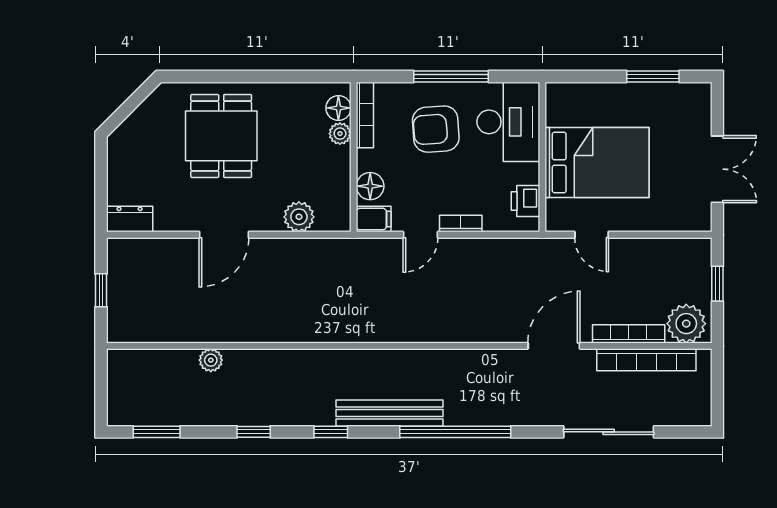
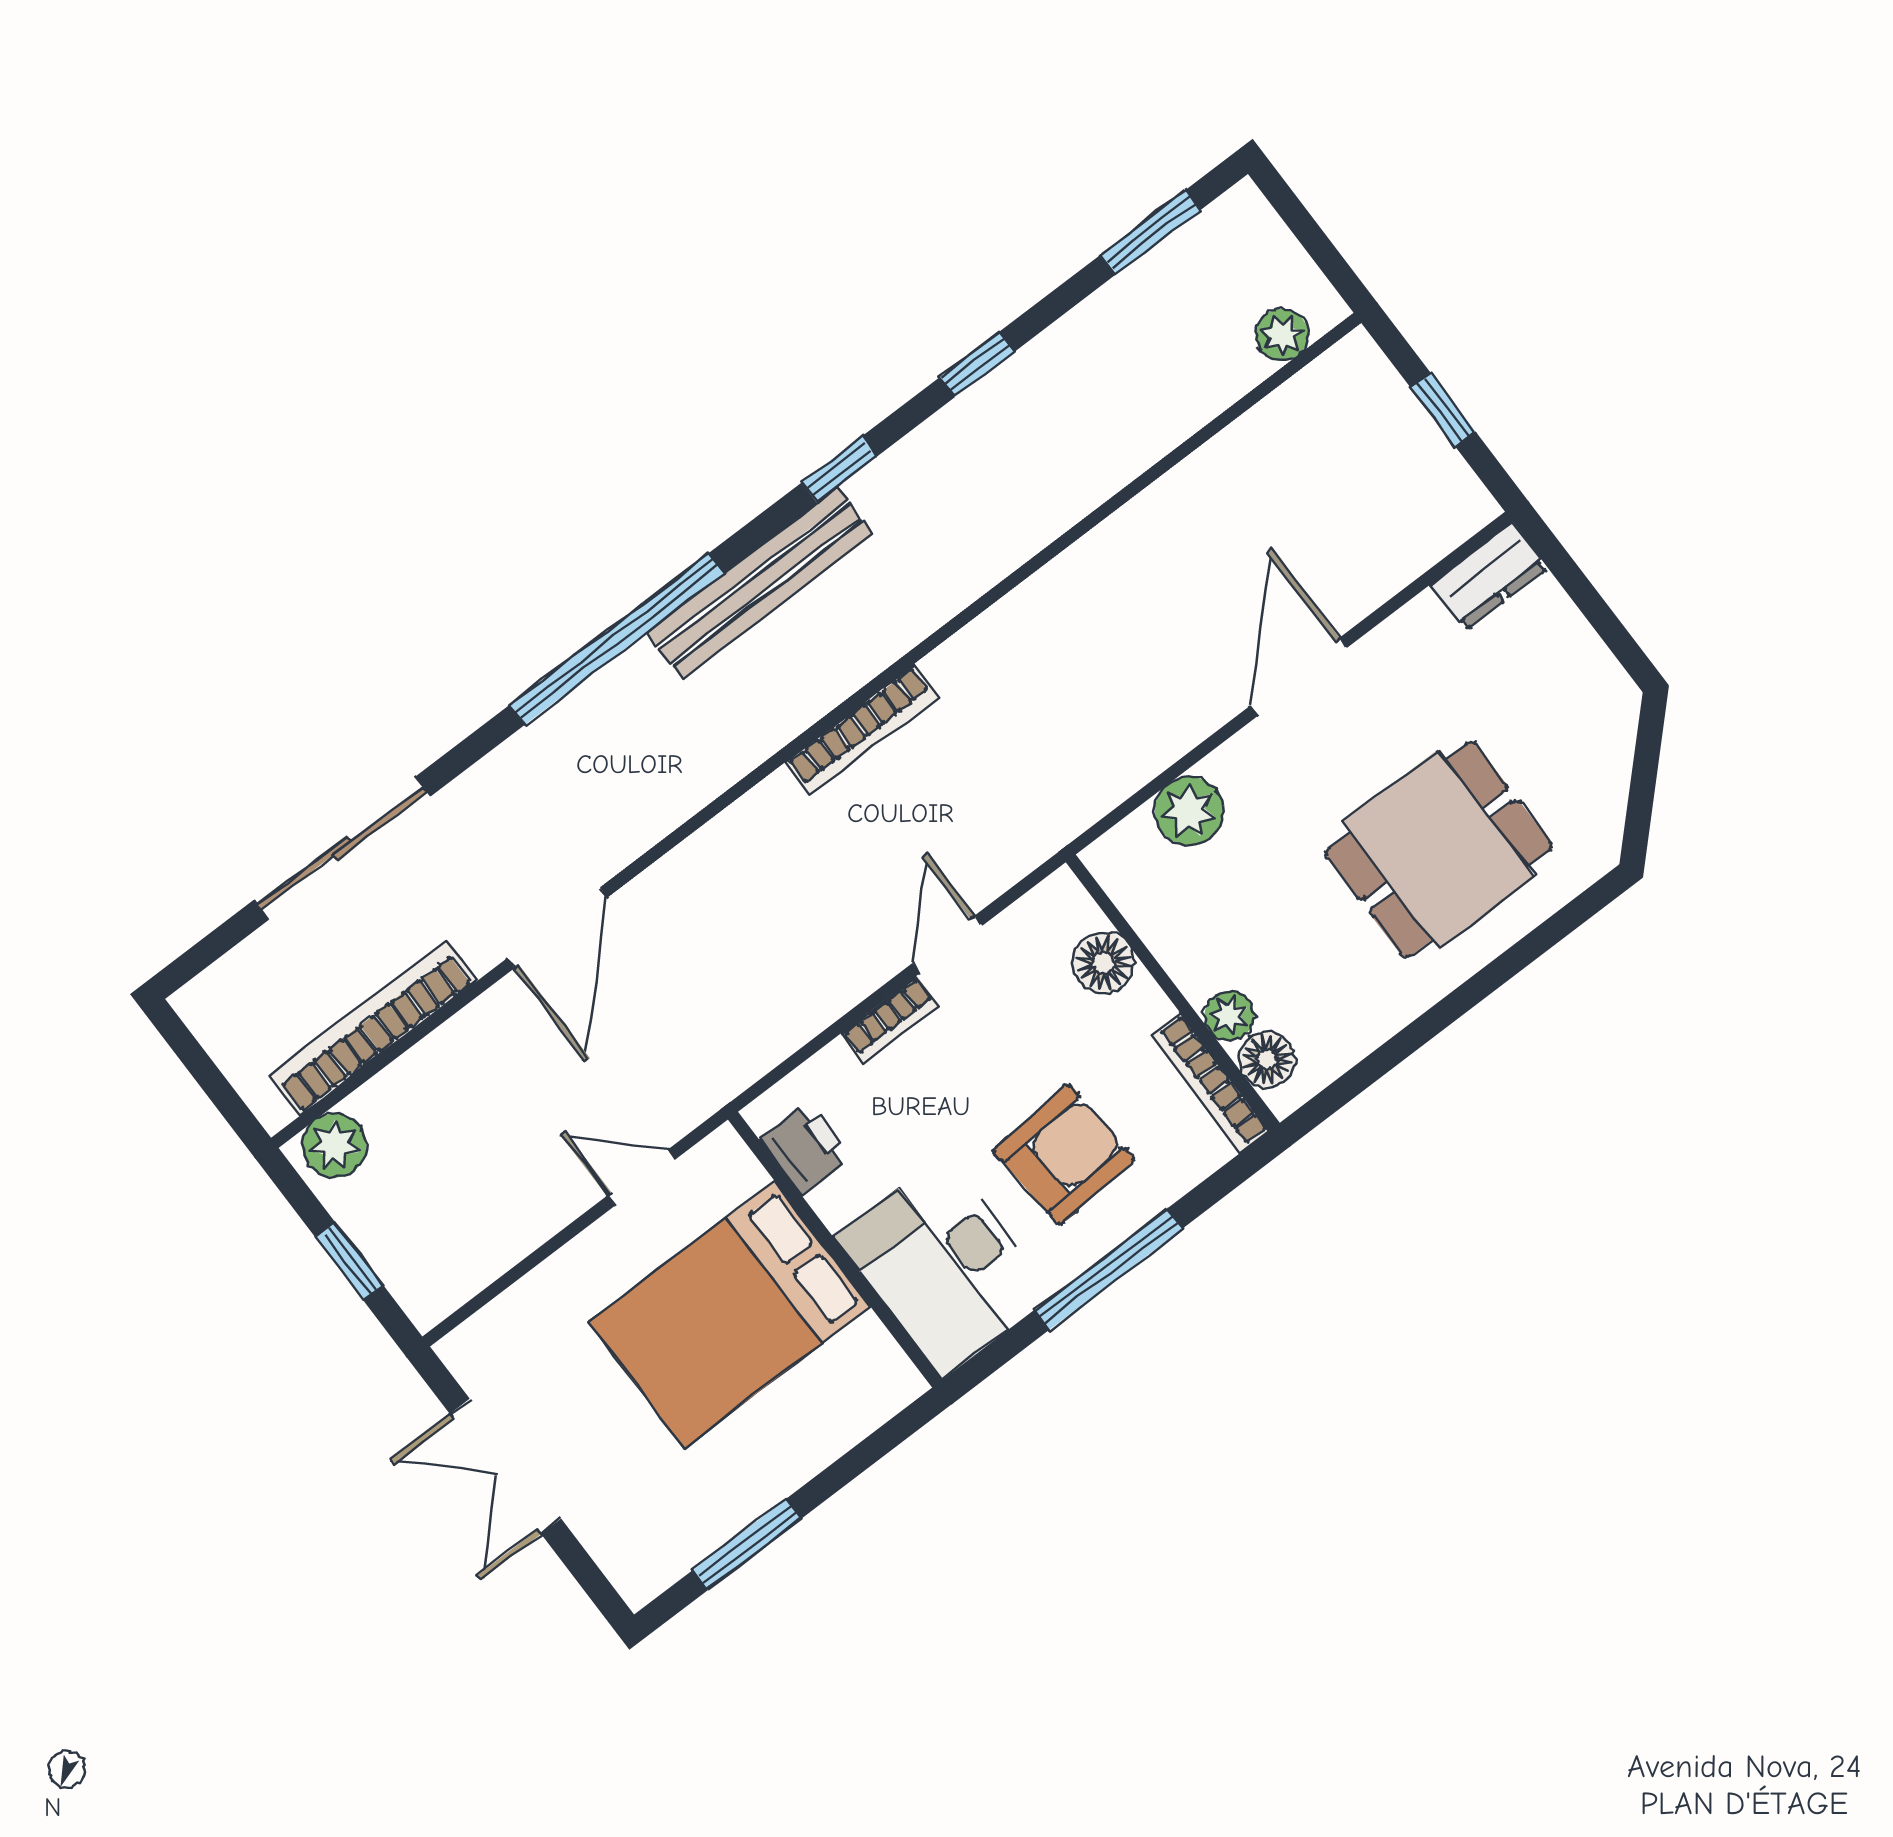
dining table: (221, 136) -> (1439, 850), turned 90
filing cabinet: (374, 219) -> (1052, 909), removed
plant: (686, 324) -> (334, 1146), width x0.73, depth x0.73
bookcase: (629, 334) -> (862, 730), moved
plant: (211, 360) -> (1282, 335), moved

